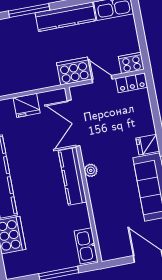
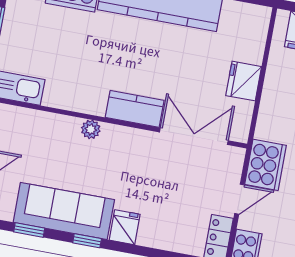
plant: (91, 170) -> (91, 129), moved
kitchen counter: (73, 176) -> (135, 109), width x0.67

